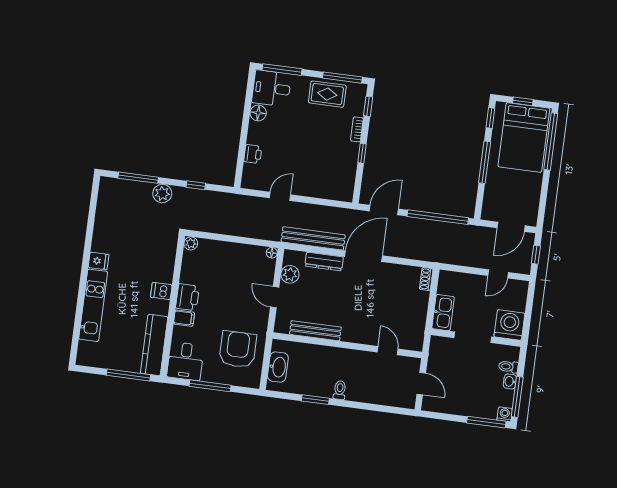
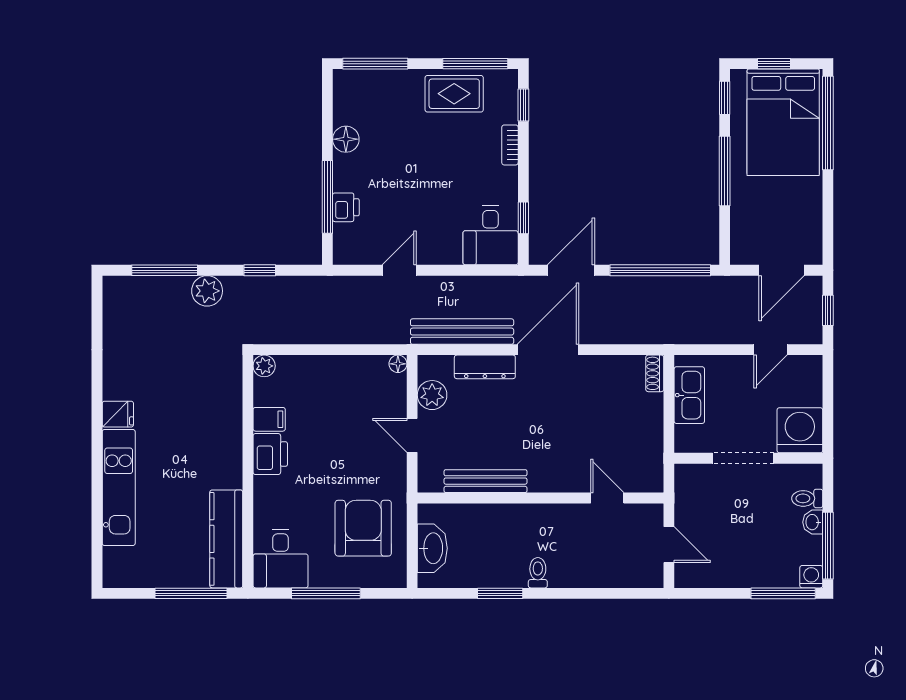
desk: (272, 88) -> (491, 235), moved, turned -90
window: (242, 146) -> (327, 197), added
window: (362, 153) -> (523, 218), moved
dishwasher: (161, 291) -> (226, 450), removed
kitchen sink: (443, 313) -> (689, 395), moved
filing cabinet: (184, 318) -> (269, 419), moved

